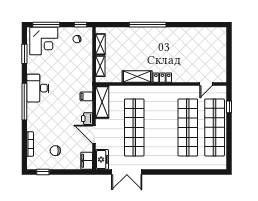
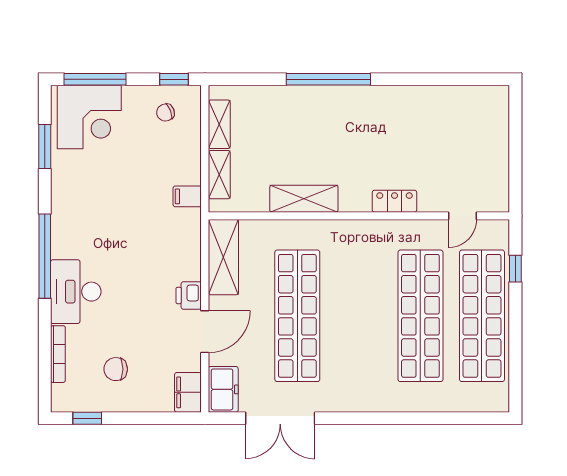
locker: (162, 78) -> (395, 201), moved
desk: (38, 88) -> (76, 292), moved
filing cabinet: (86, 96) -> (187, 196), moved
door: (94, 134) -> (205, 332), swing flipped

